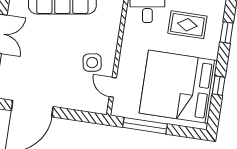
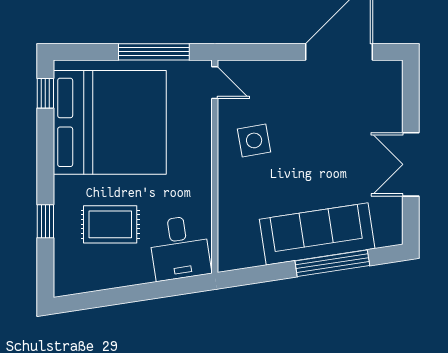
window: (219, 86) -> (45, 93), moved
door: (113, 87) -> (215, 83), moved

